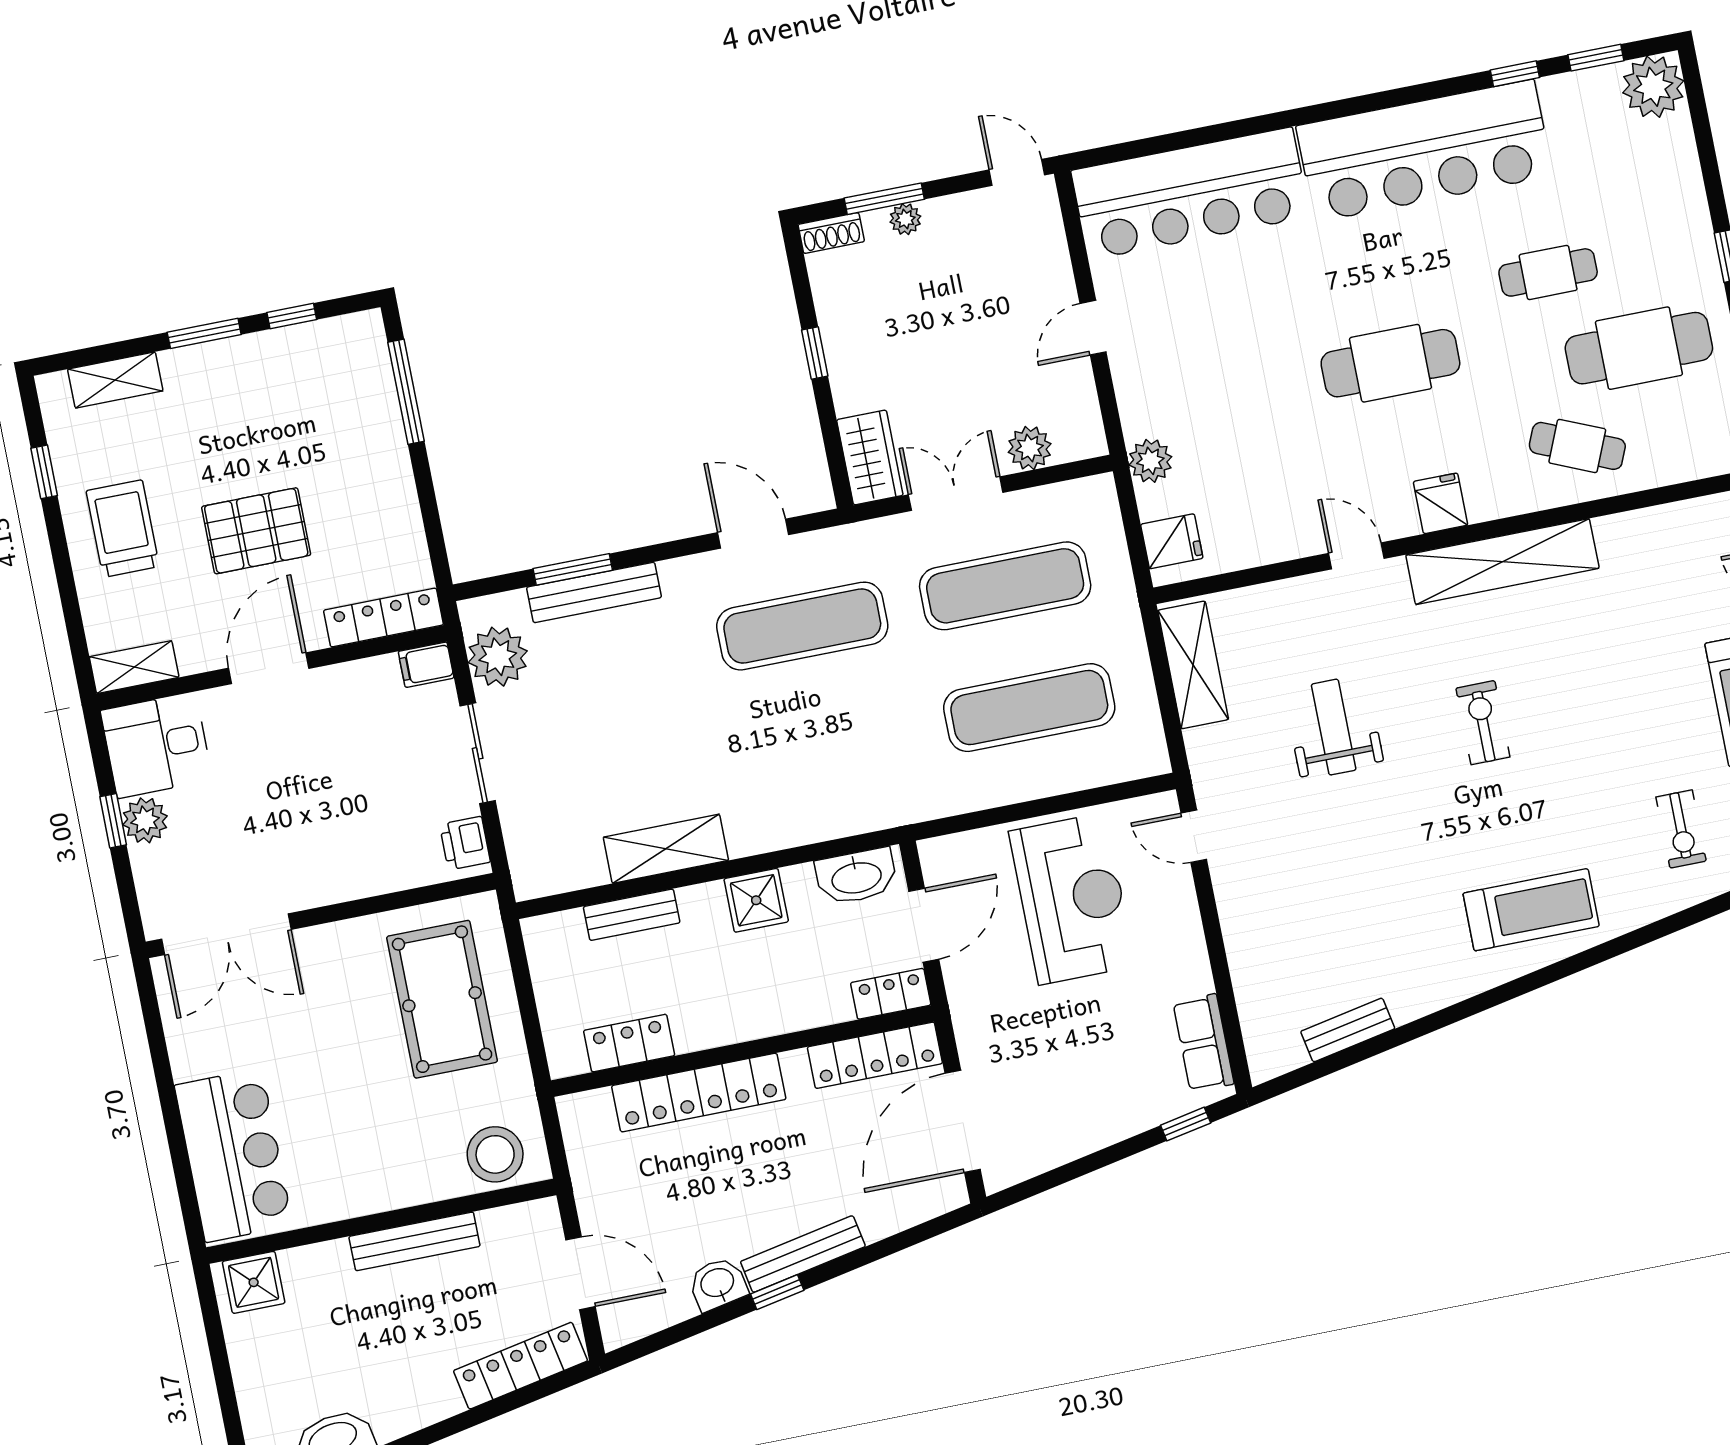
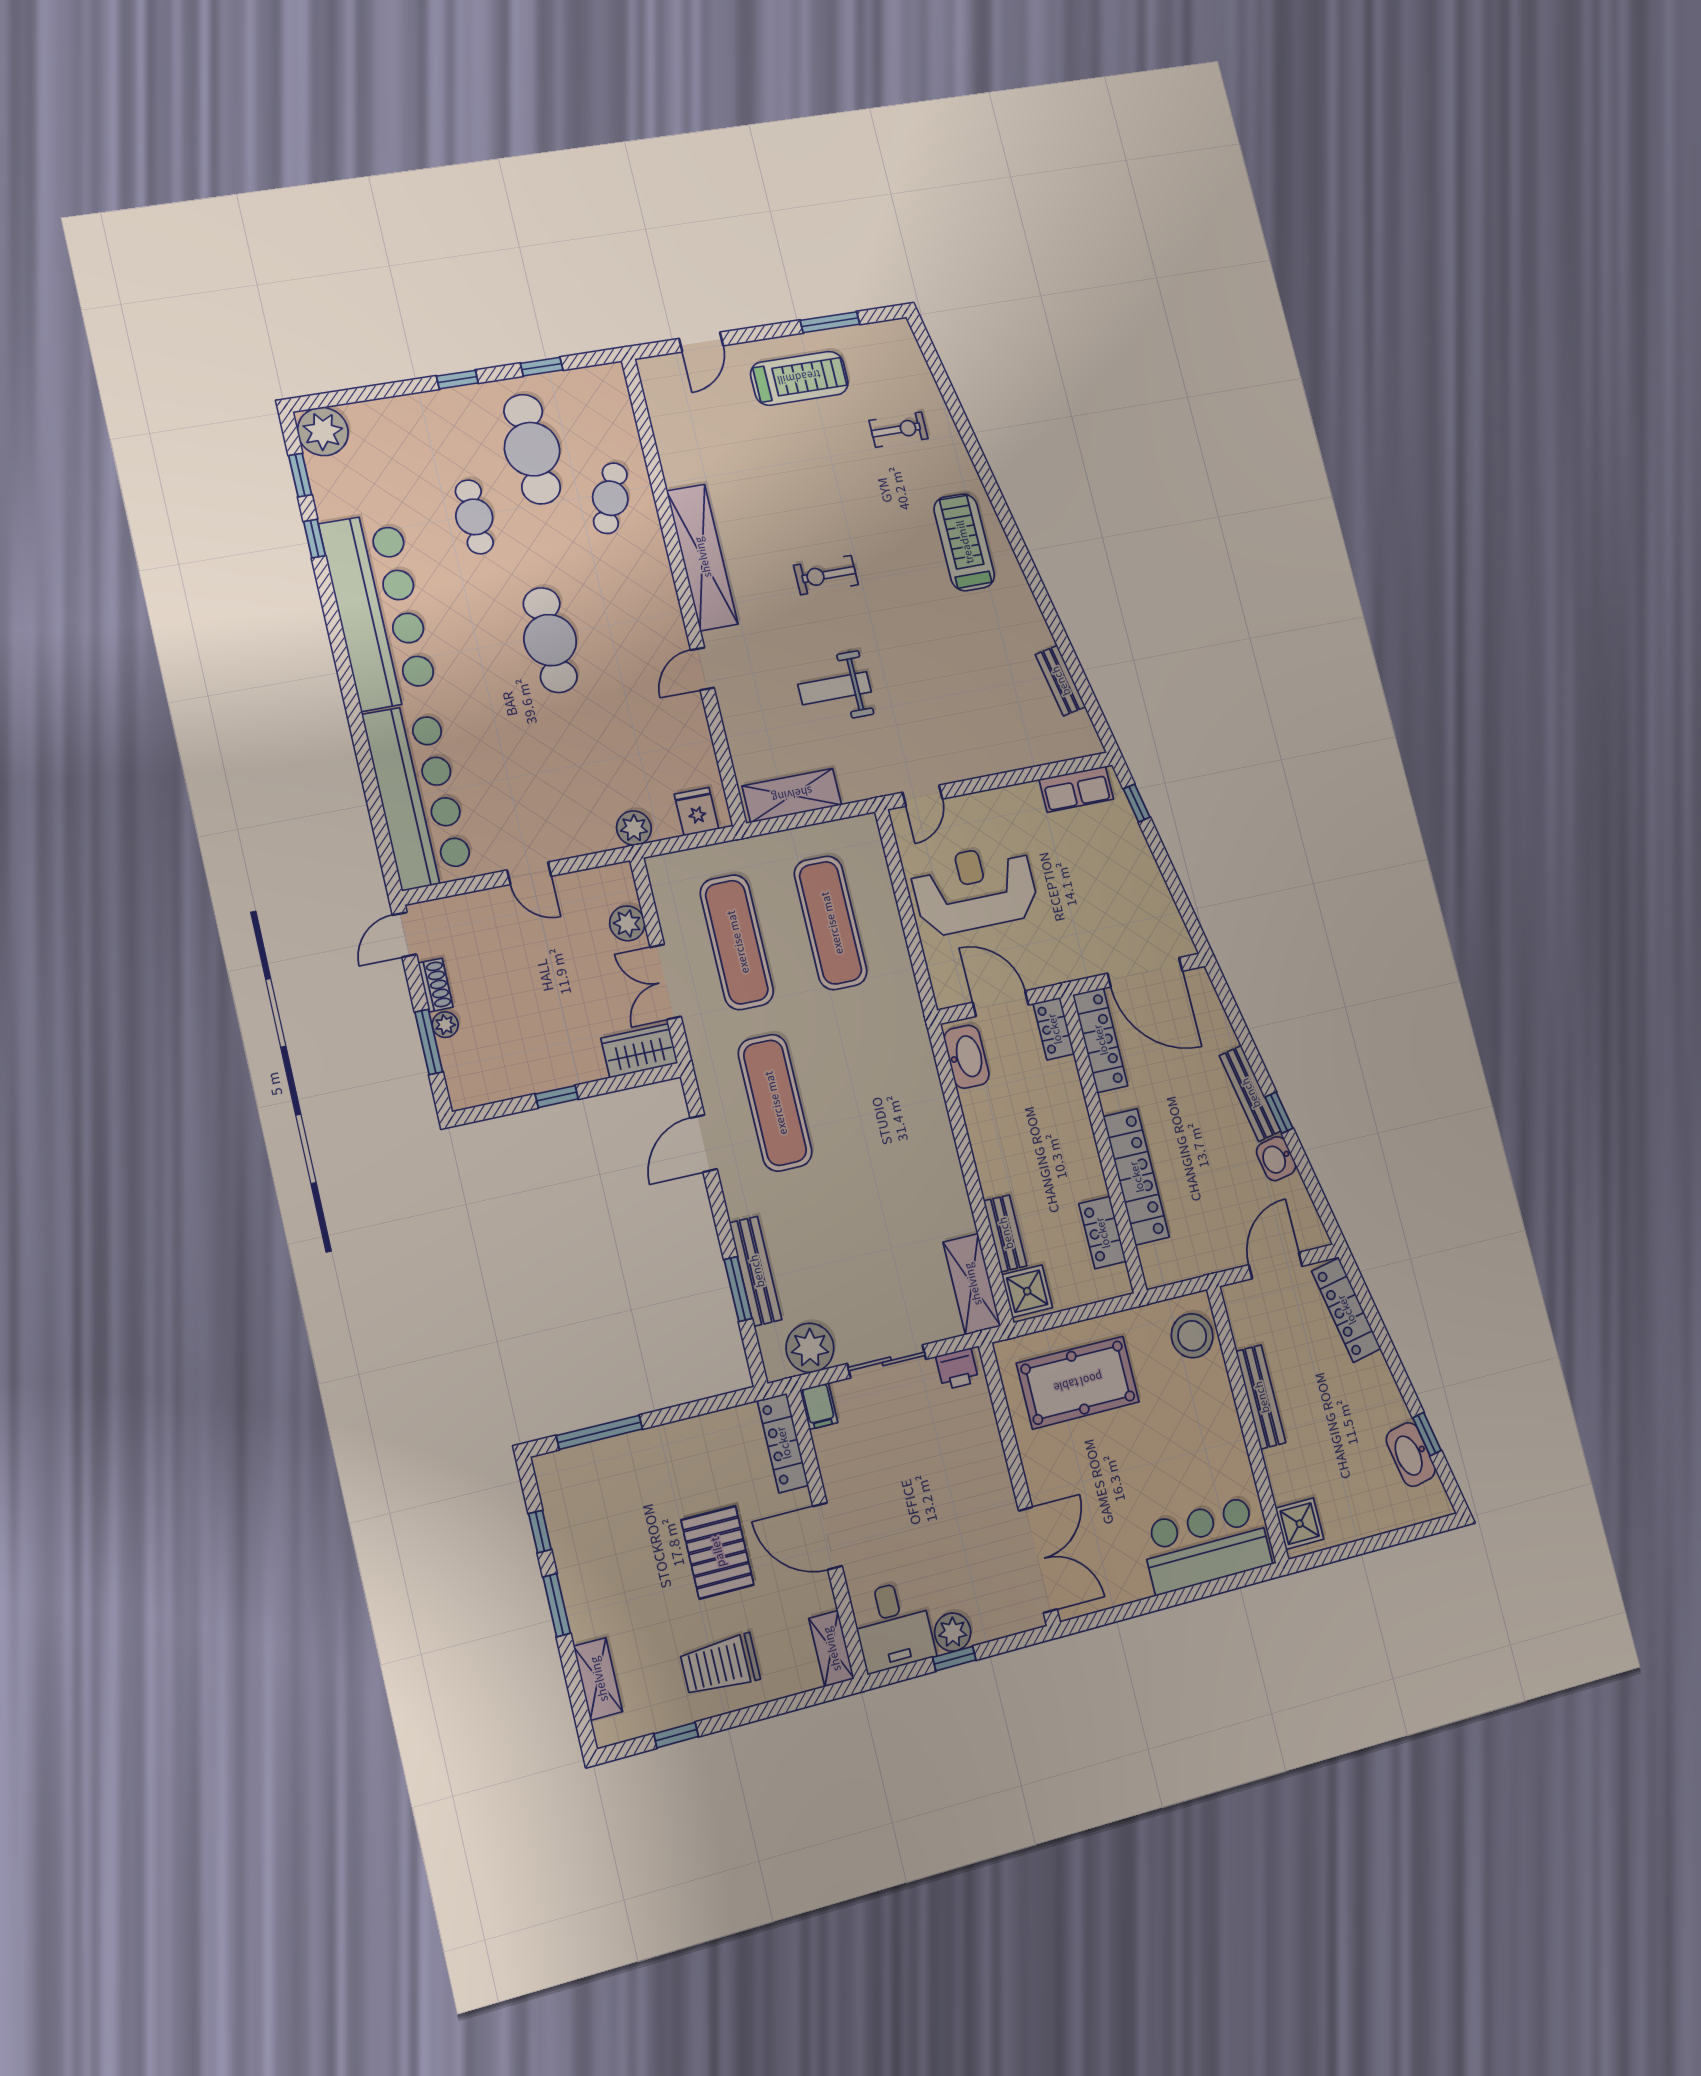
shoe rack: (831, 233) -> (436, 985), moved
fridge: (1440, 503) -> (659, 604), removed
shelving: (666, 849) -> (972, 1284), moved
shower: (756, 900) -> (1027, 1291), moved

